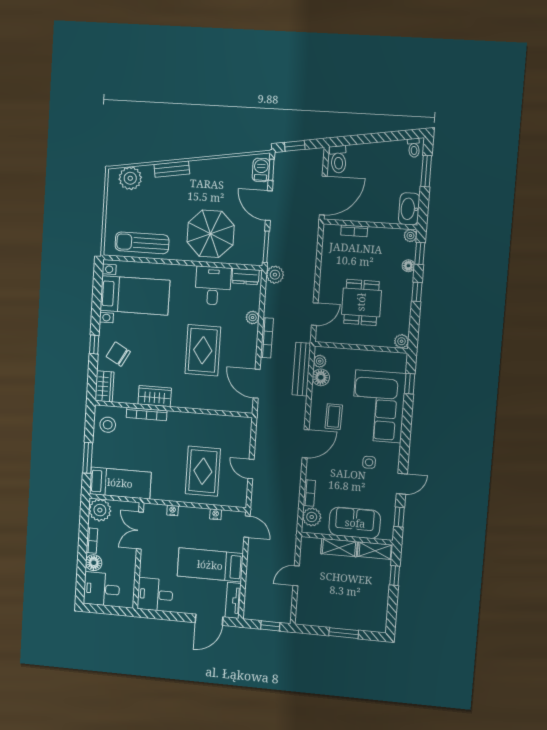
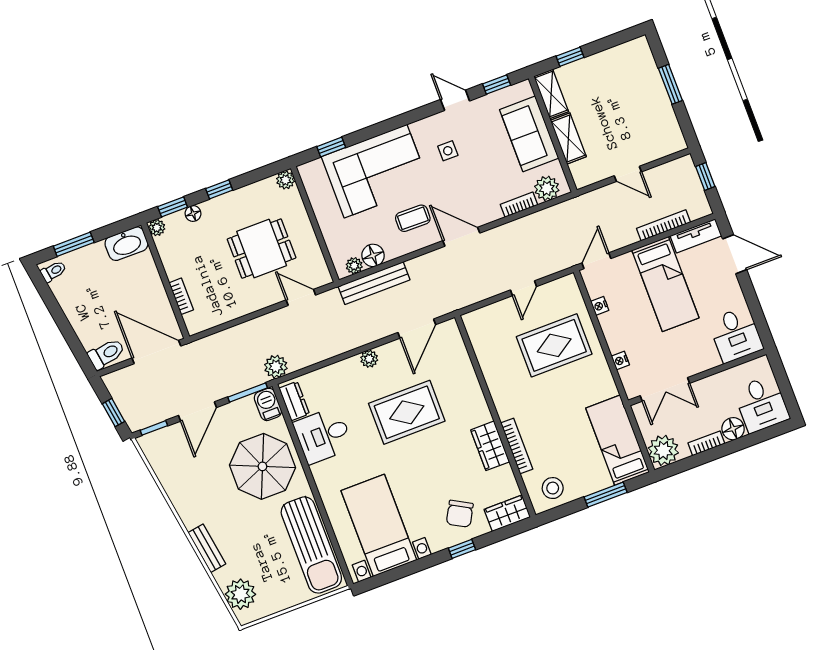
barbecue: (261, 170) -> (268, 404), moved, turned 90
sun lounger: (142, 243) -> (311, 545), width x1.36, depth x1.34
plant: (253, 318) -> (369, 359), moved
bookcase: (267, 338) -> (664, 225), moved

